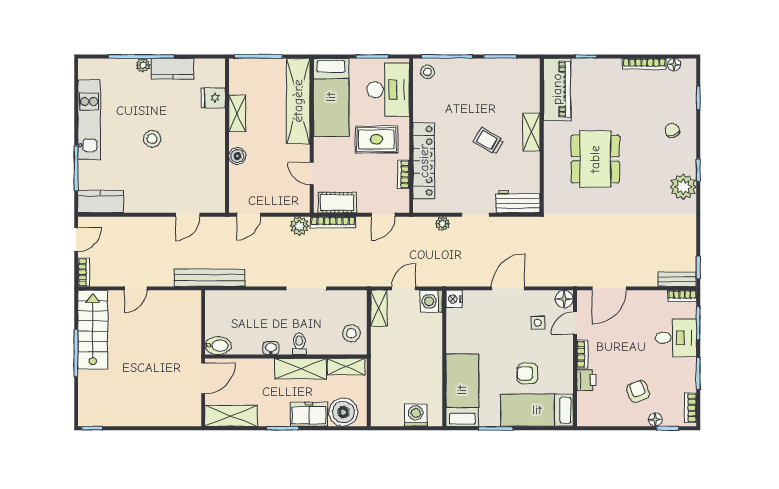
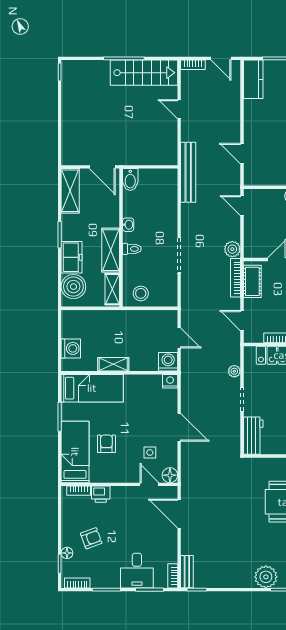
shelving: (379, 308) -> (113, 364), moved
bookcase: (582, 354) -> (79, 491), moved

